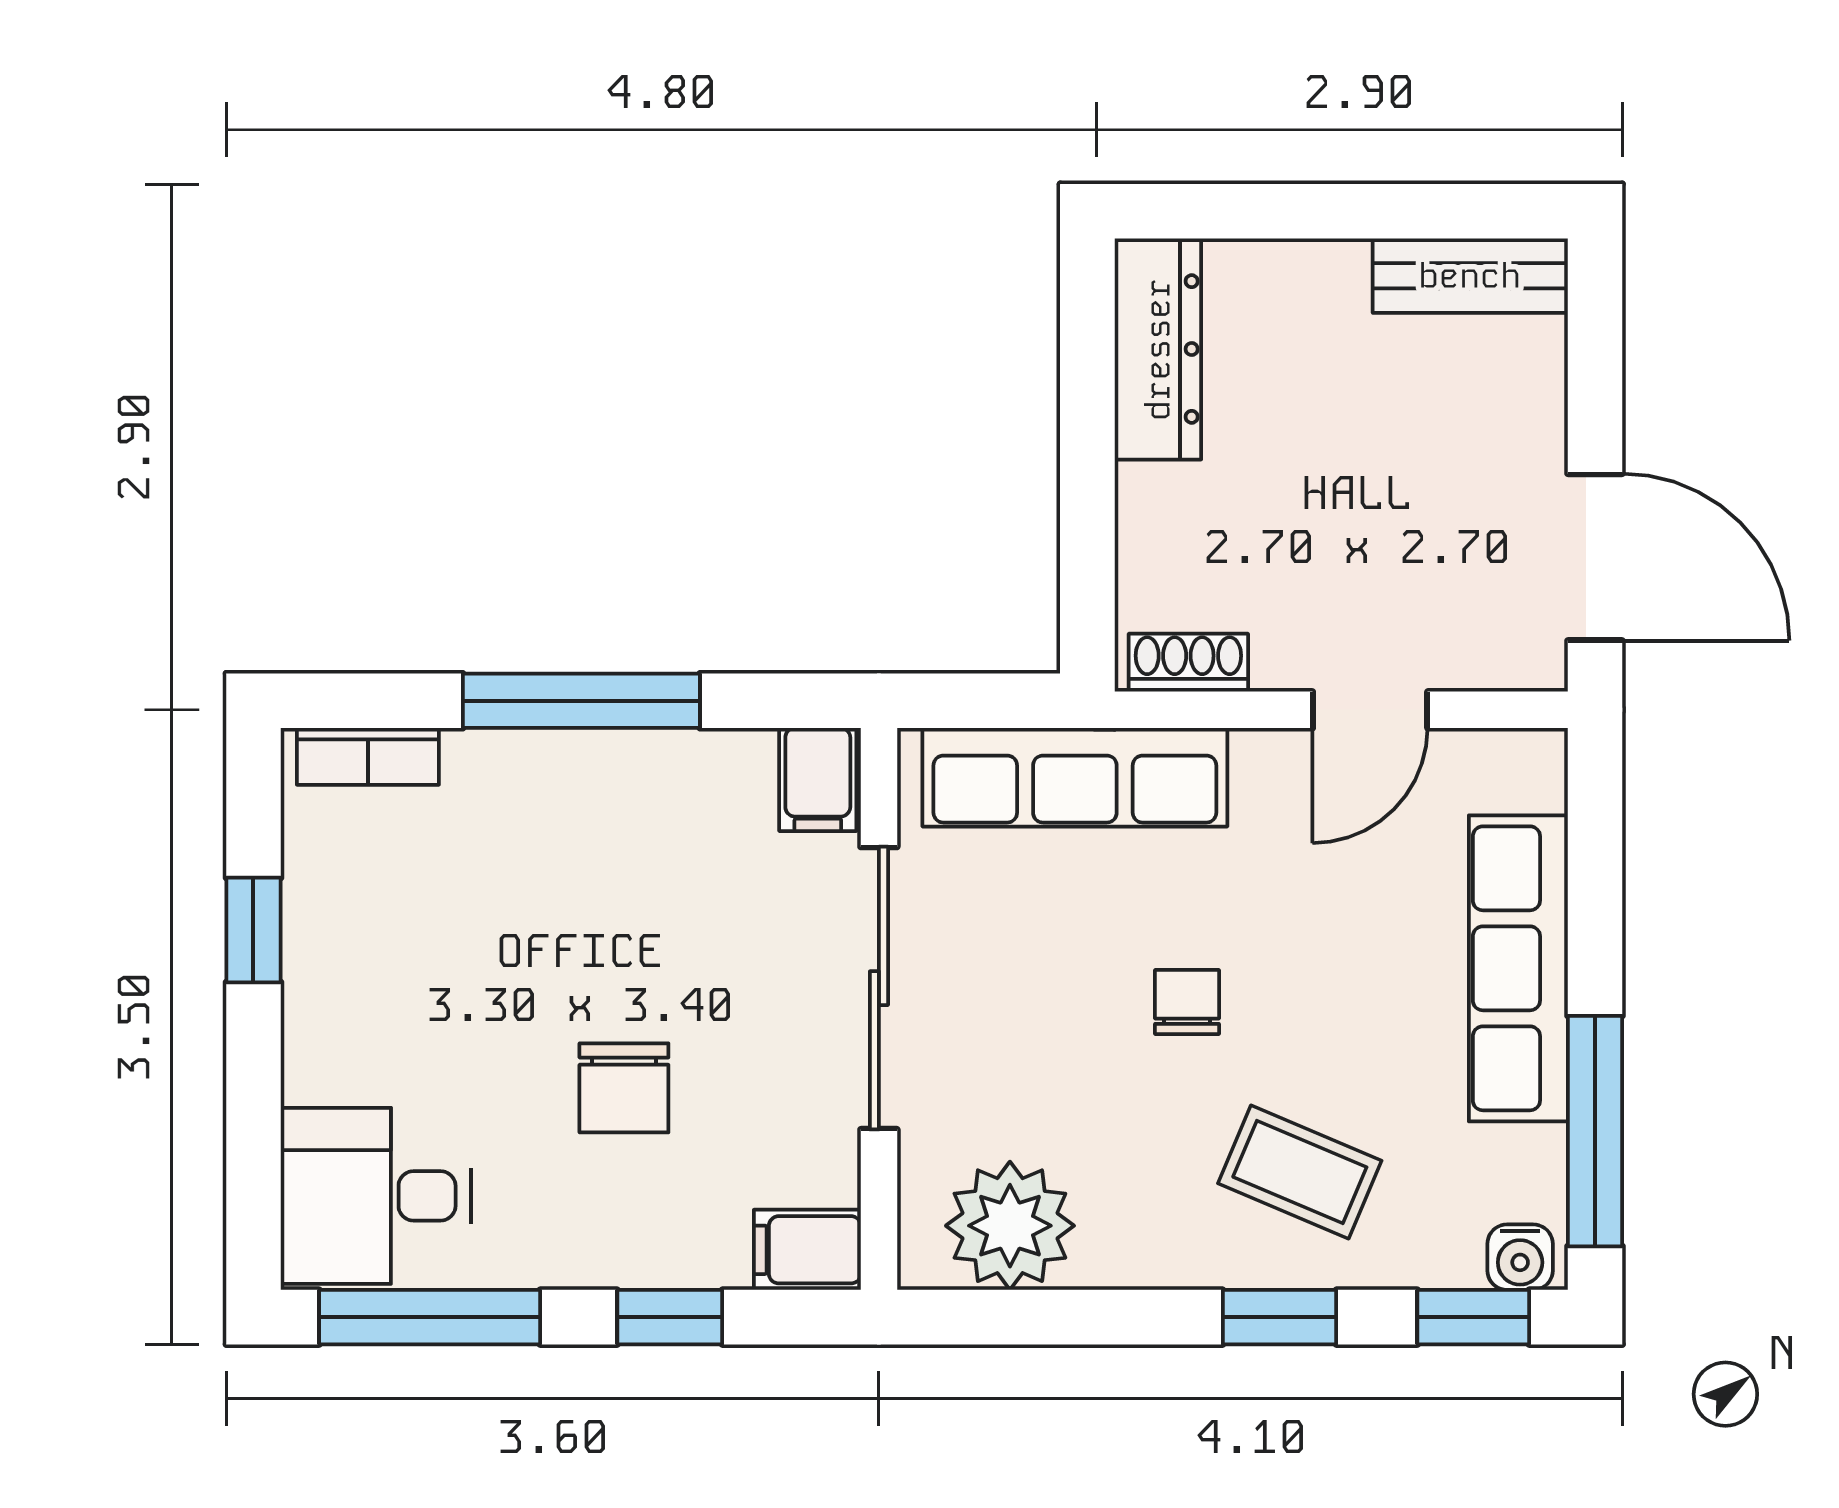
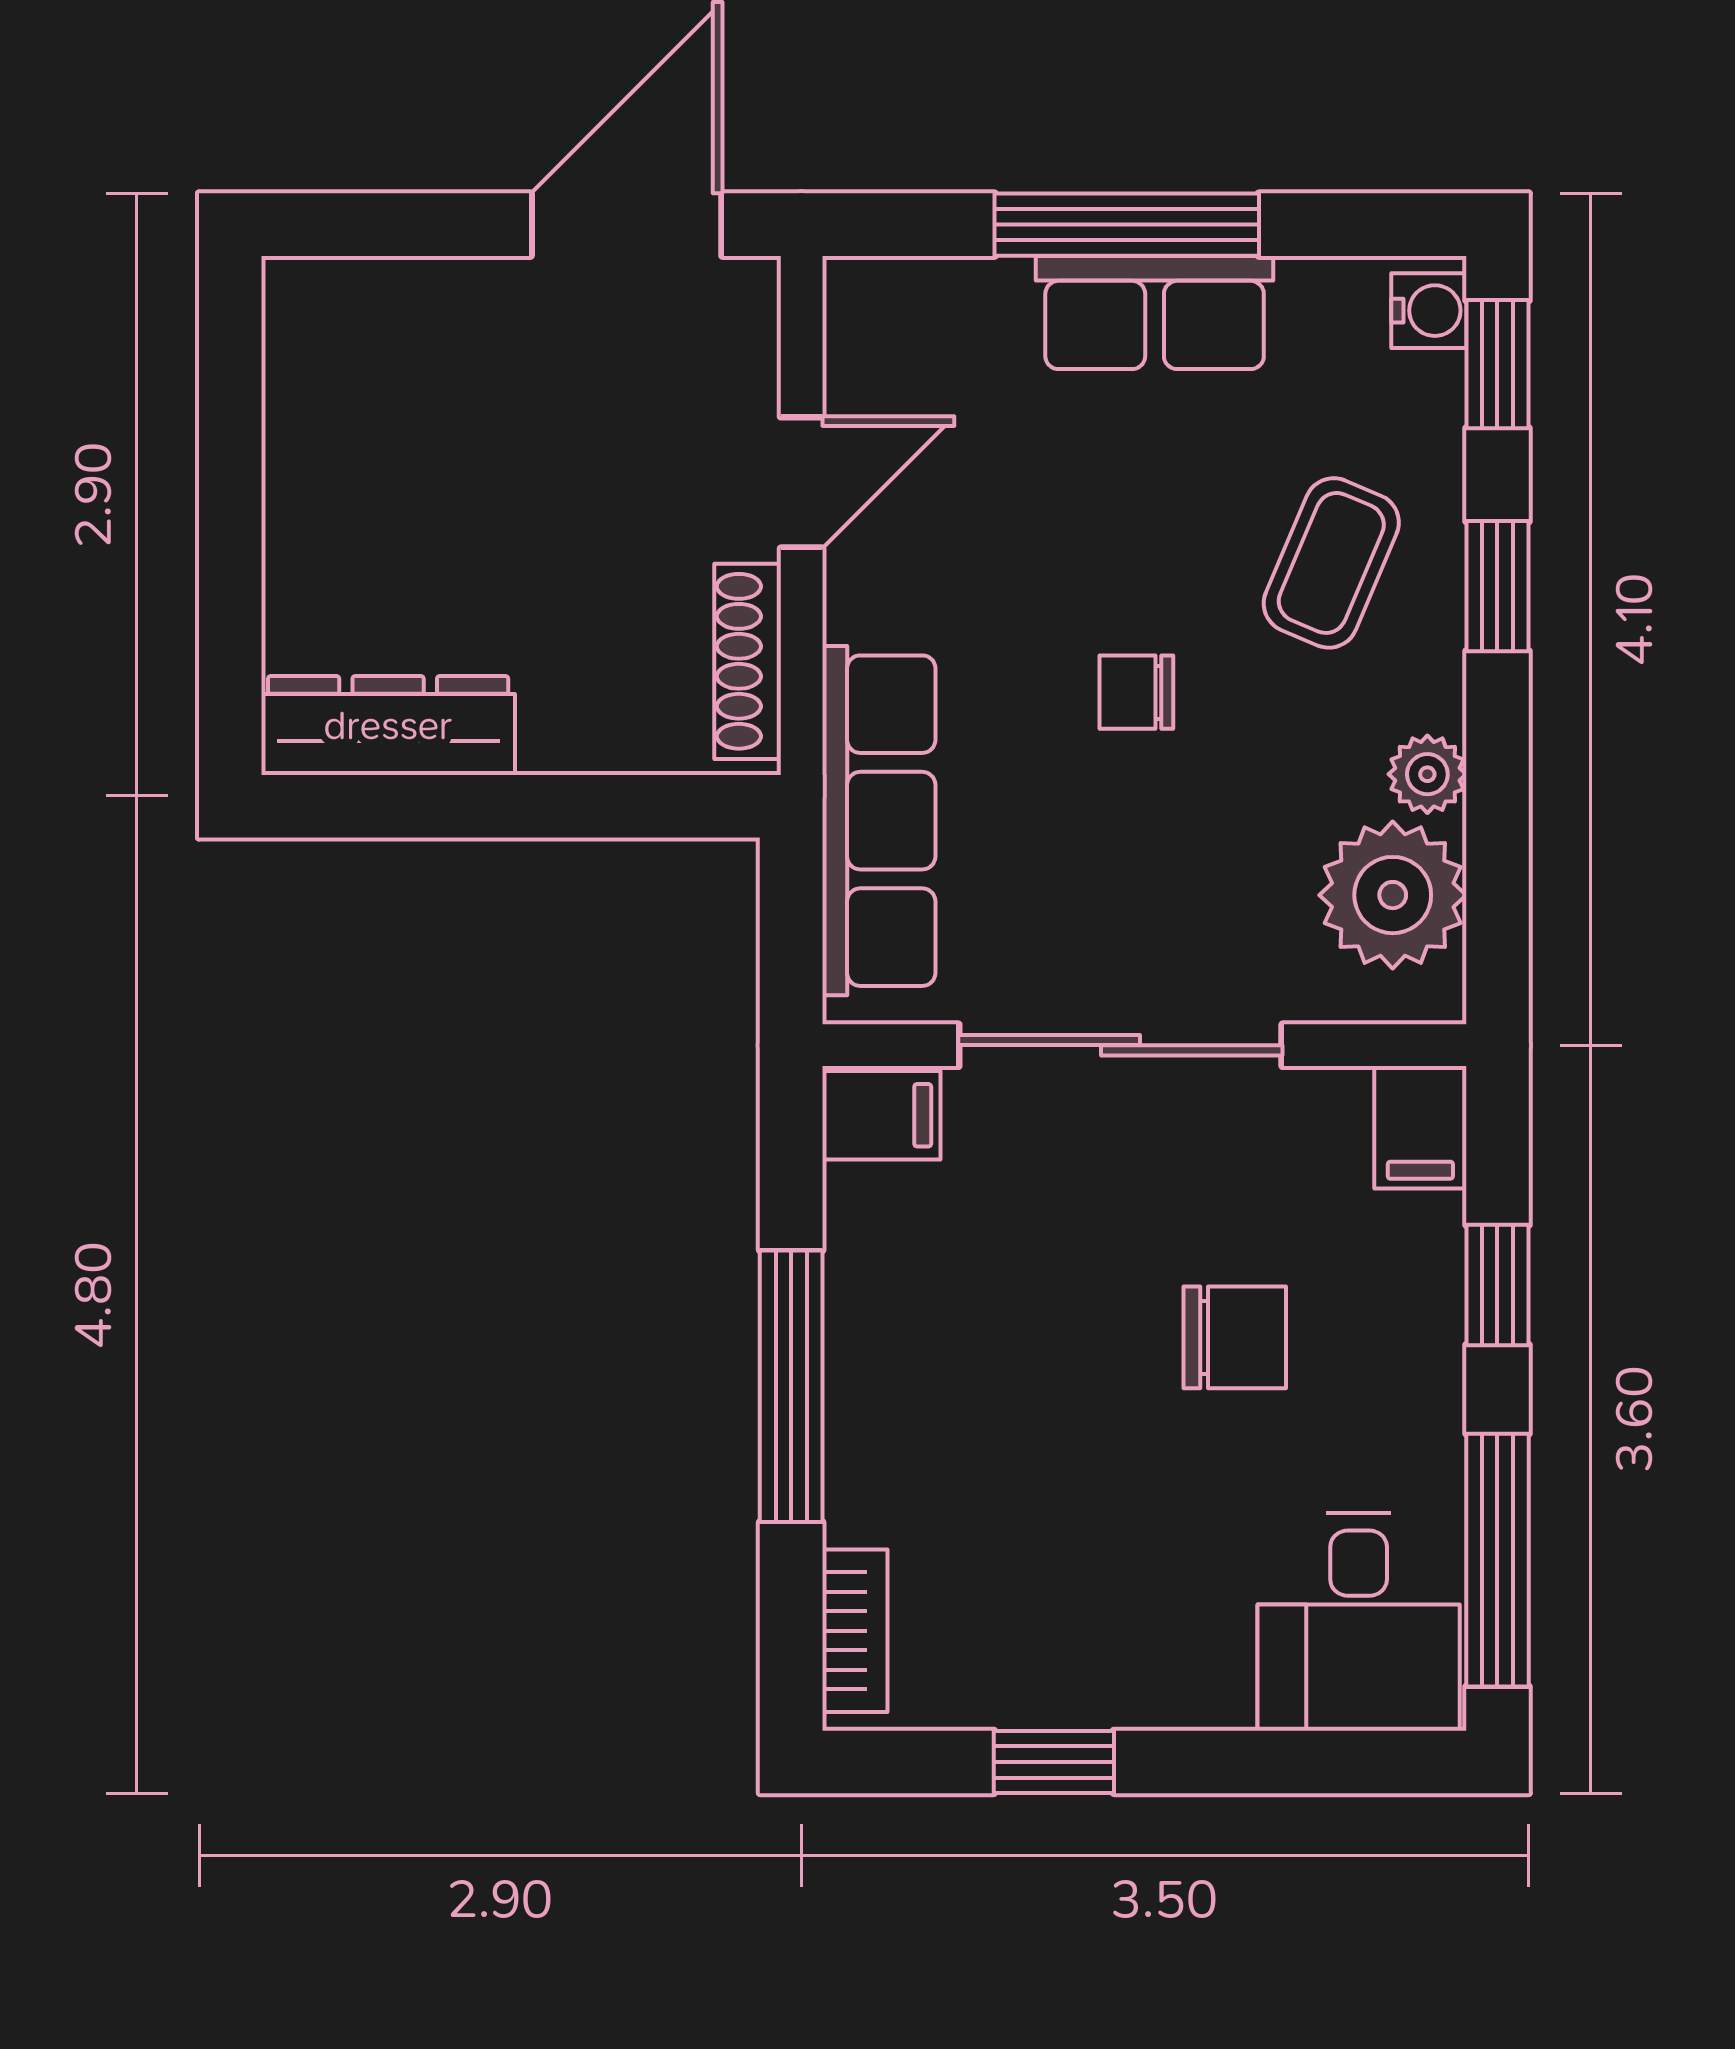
bench: (1470, 276) -> (304, 368), removed
shoe rack: (1188, 663) -> (748, 661), width x1.43
door: (1370, 710) -> (802, 482), hinge flipped
row of seats: (1518, 968) -> (1155, 313), width x0.68
window: (1595, 1131) -> (1127, 225), moved
plant: (1115, 1256) -> (1427, 774), added

